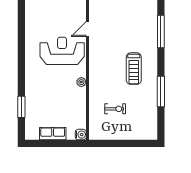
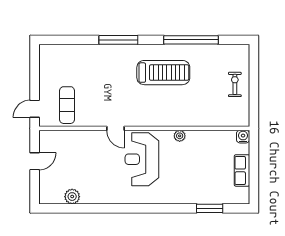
treadmill: (134, 69) -> (163, 73), width x1.37, depth x1.38
window: (161, 92) -> (191, 40), width x1.46
exercise bike: (115, 109) -> (235, 84), moved

